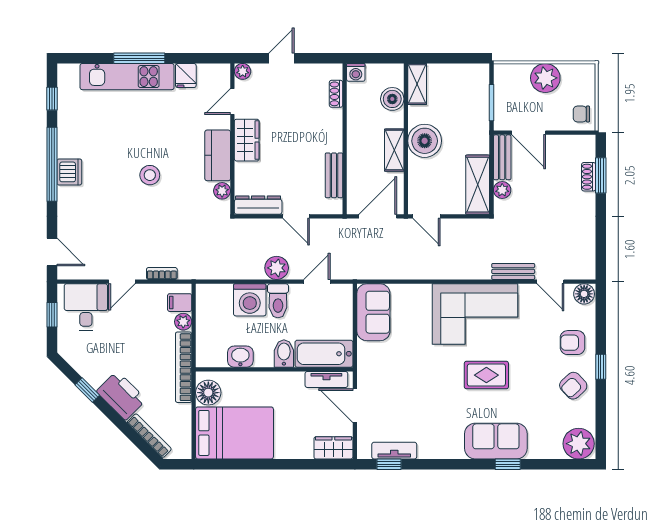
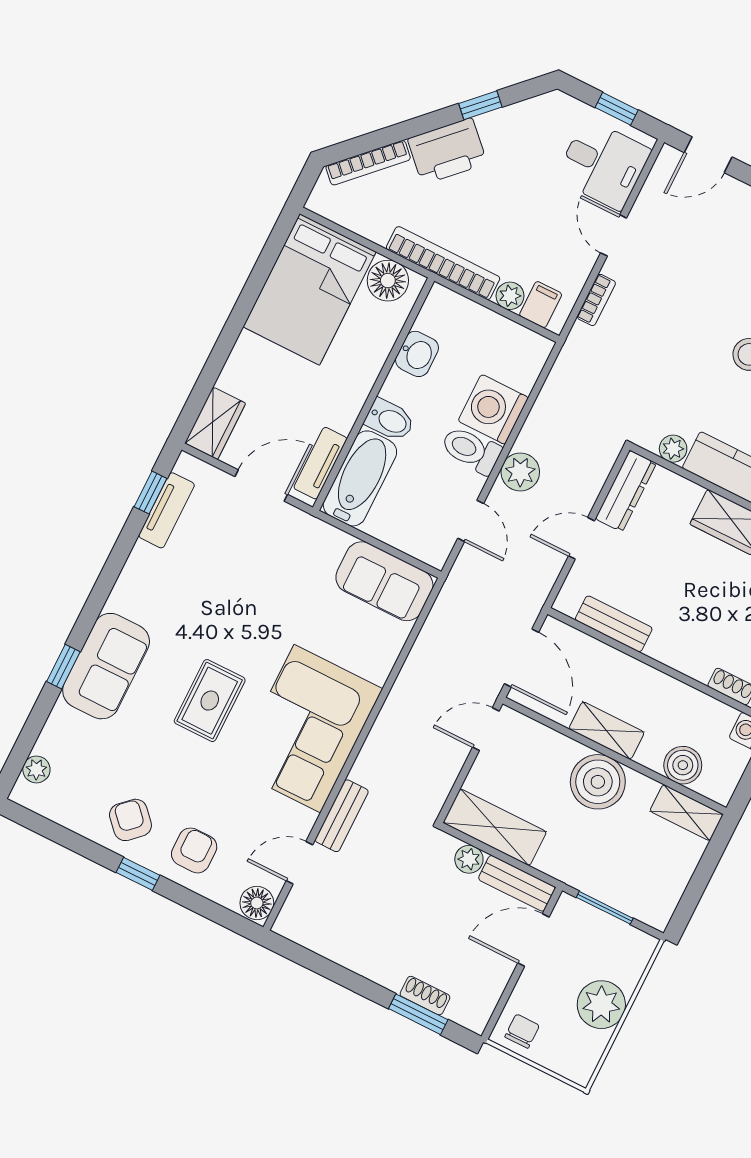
plant: (579, 444) -> (36, 769), width x0.53, depth x0.53

